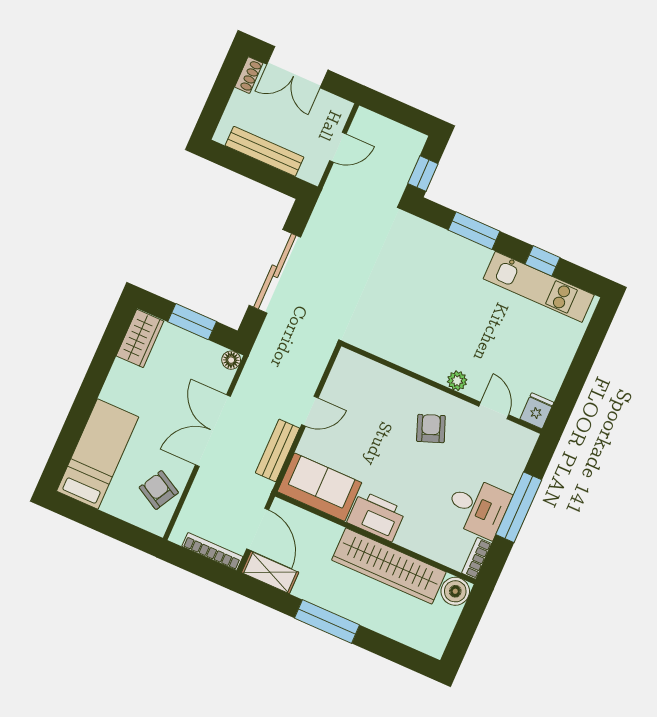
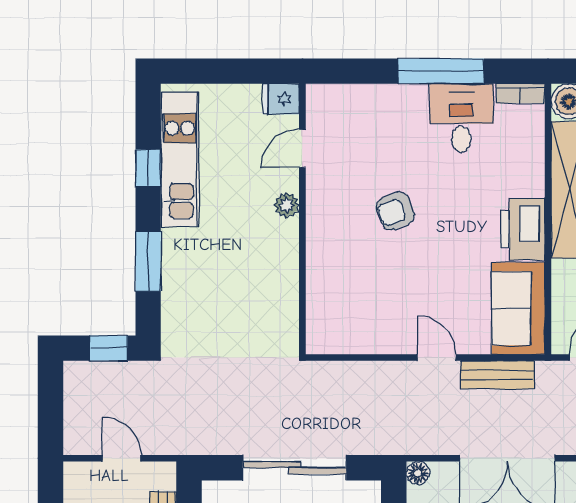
plant: (457, 381) -> (287, 205), moved
wall: (442, 388) -> (302, 219), moved
door: (494, 411) -> (302, 148), moved
fridge: (537, 411) -> (281, 99), moved

